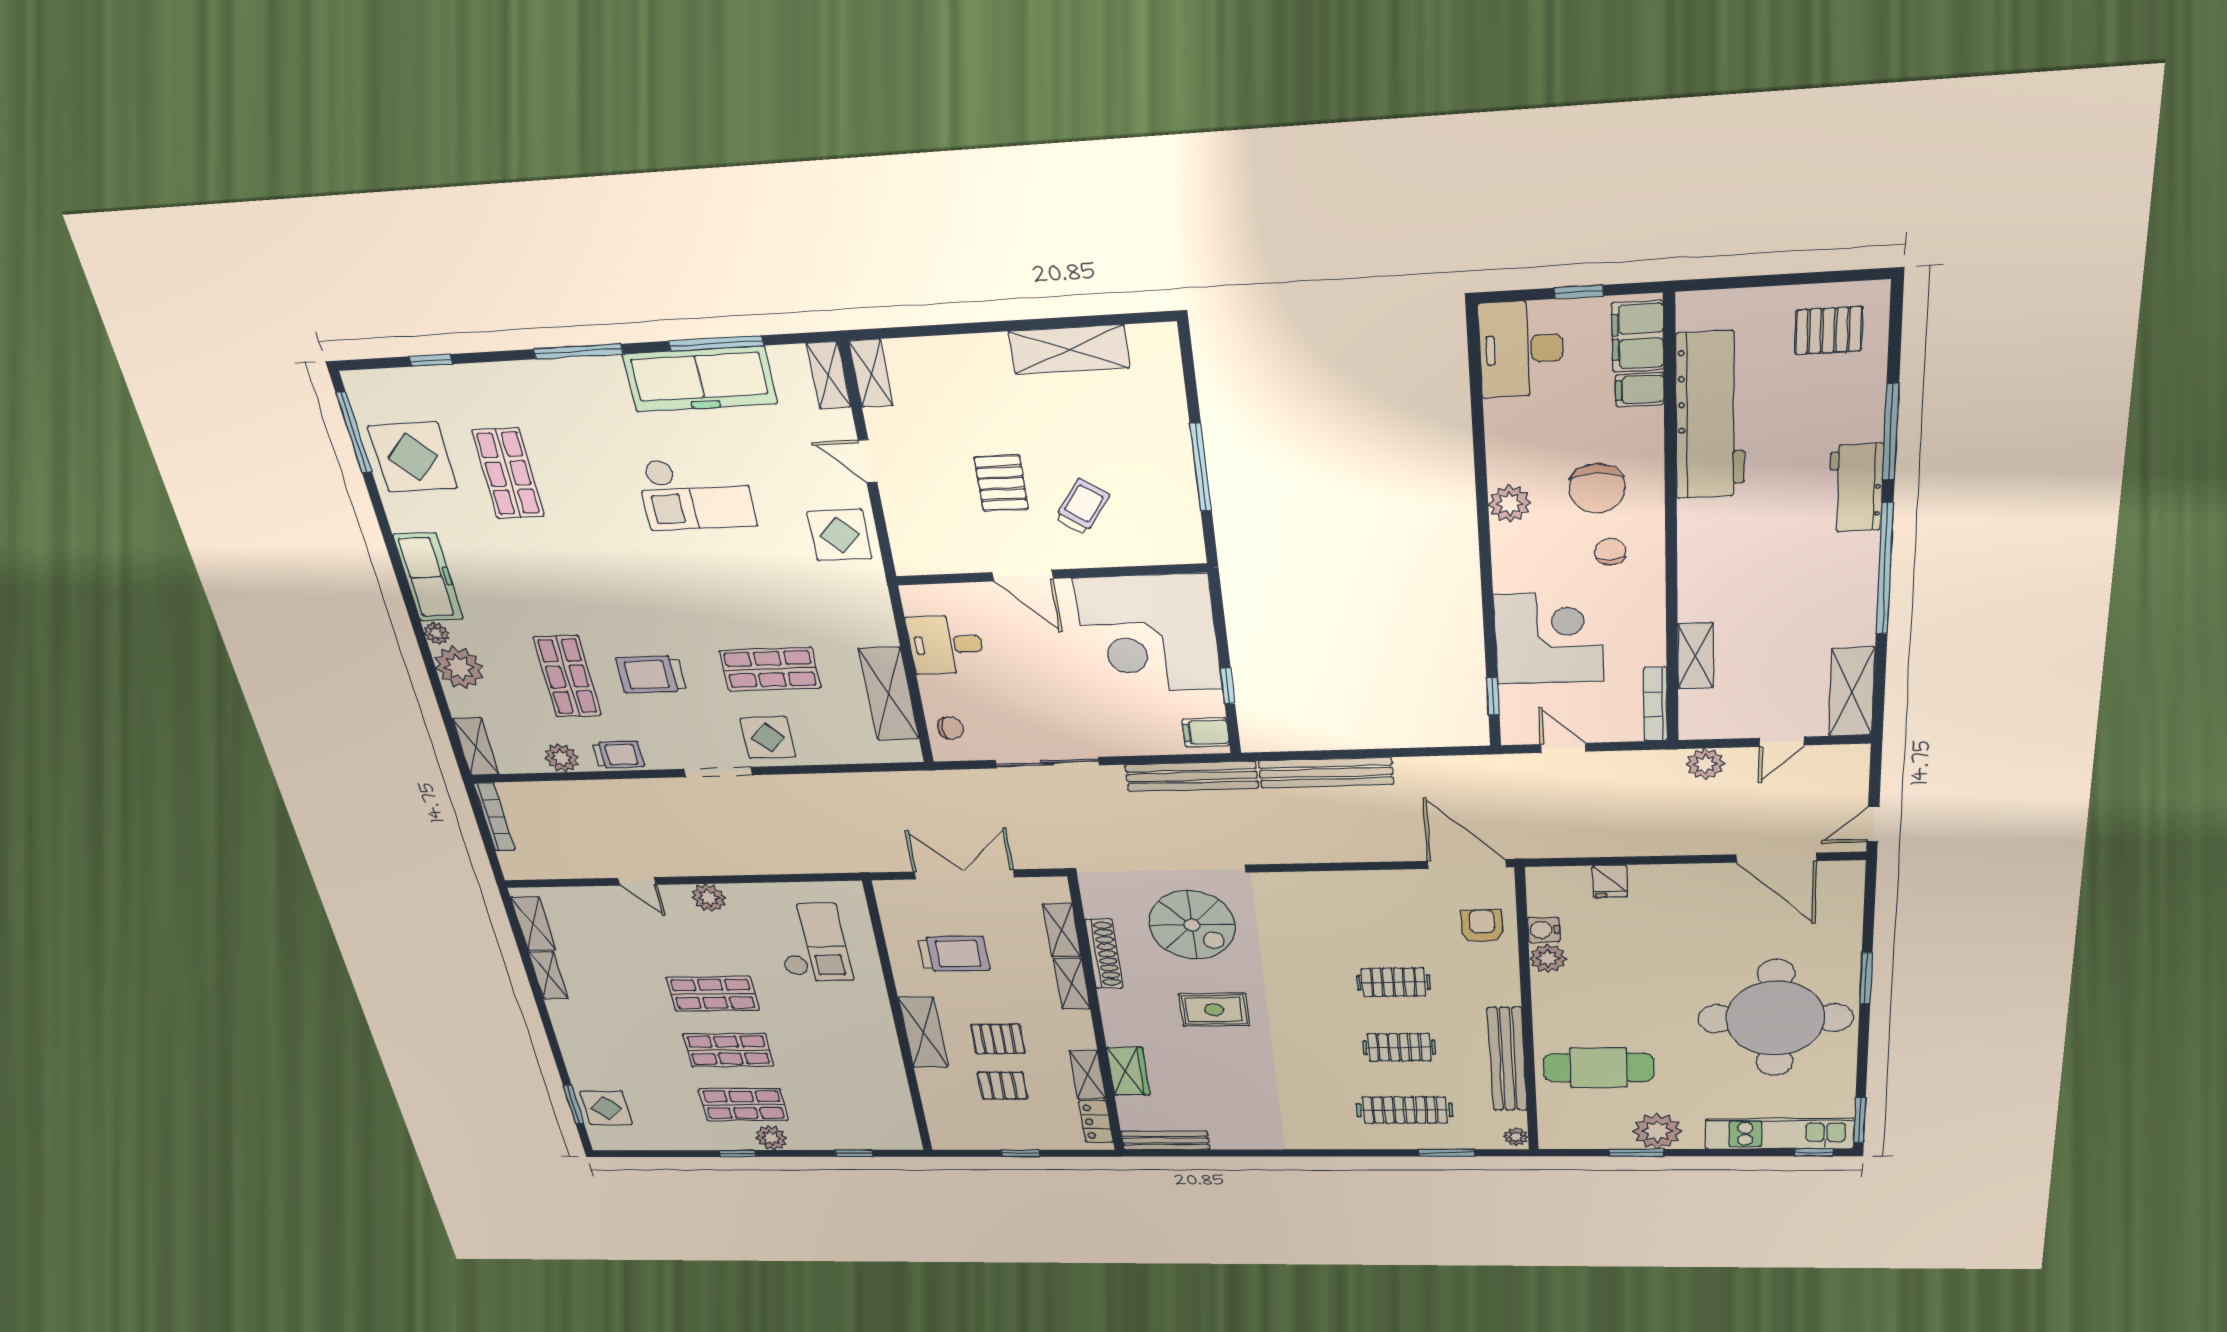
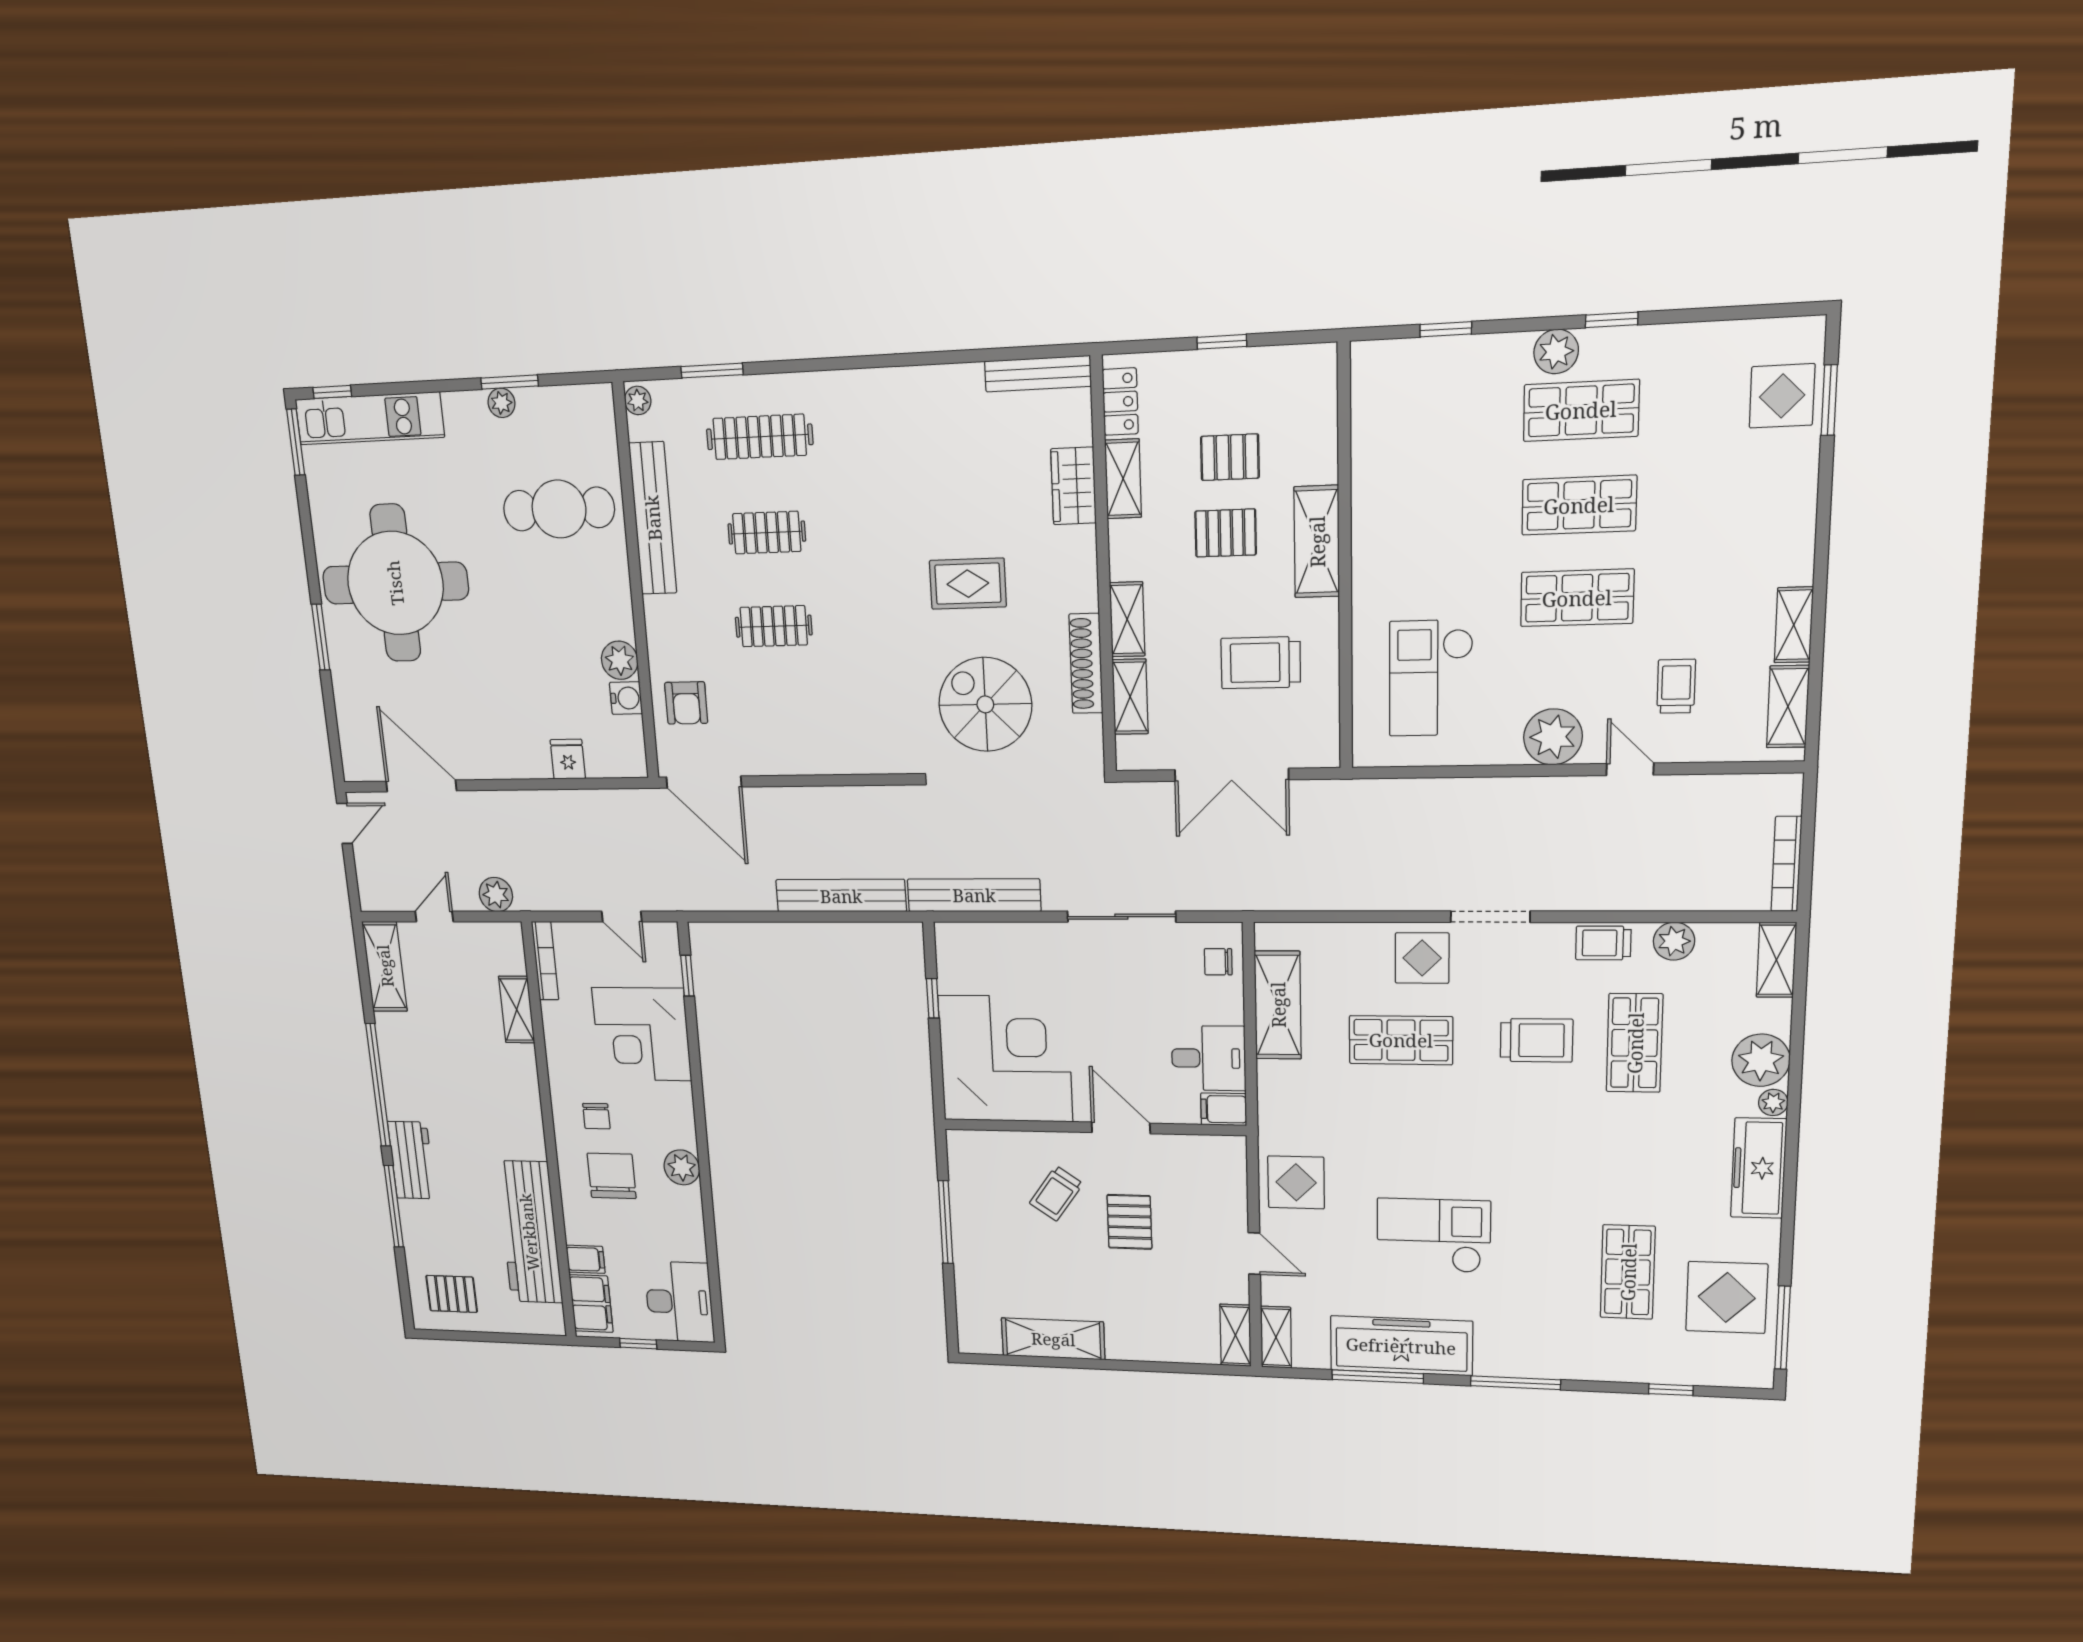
filing cabinet: (1206, 732) -> (1224, 1109), moved, turned 180
plant: (709, 898) -> (1553, 737), width x1.36, depth x1.36
trolley: (620, 937) -> (1676, 686), added
plant: (1657, 1131) -> (502, 403), width x0.53, depth x0.53

